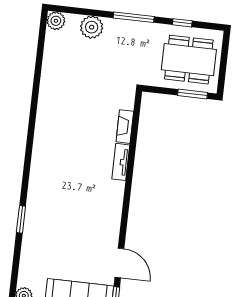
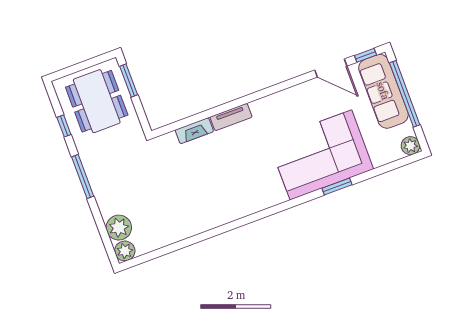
plant: (92, 27) -> (119, 228), moved
corner sofa: (53, 219) -> (321, 155), added
door: (119, 263) -> (331, 68), swing flipped

